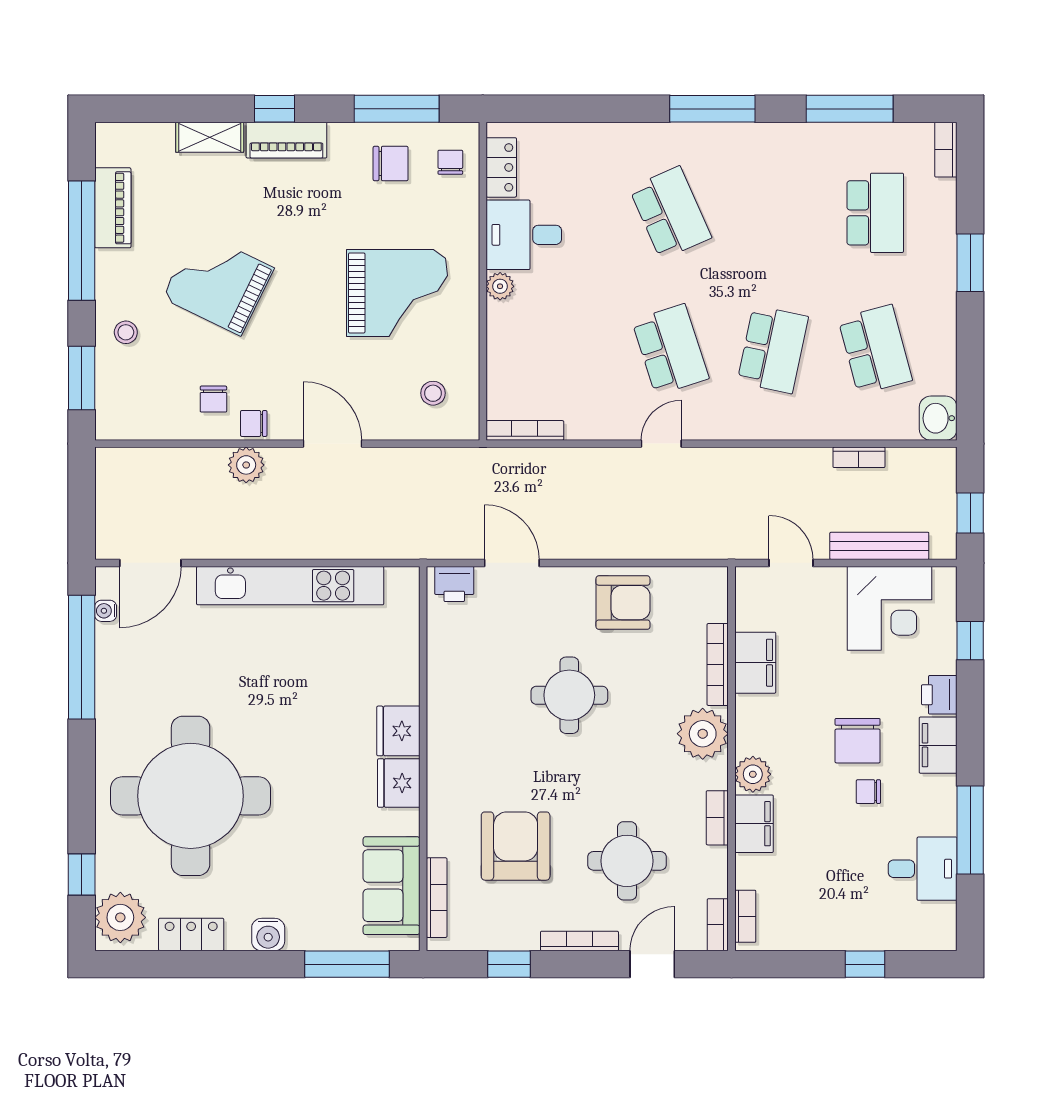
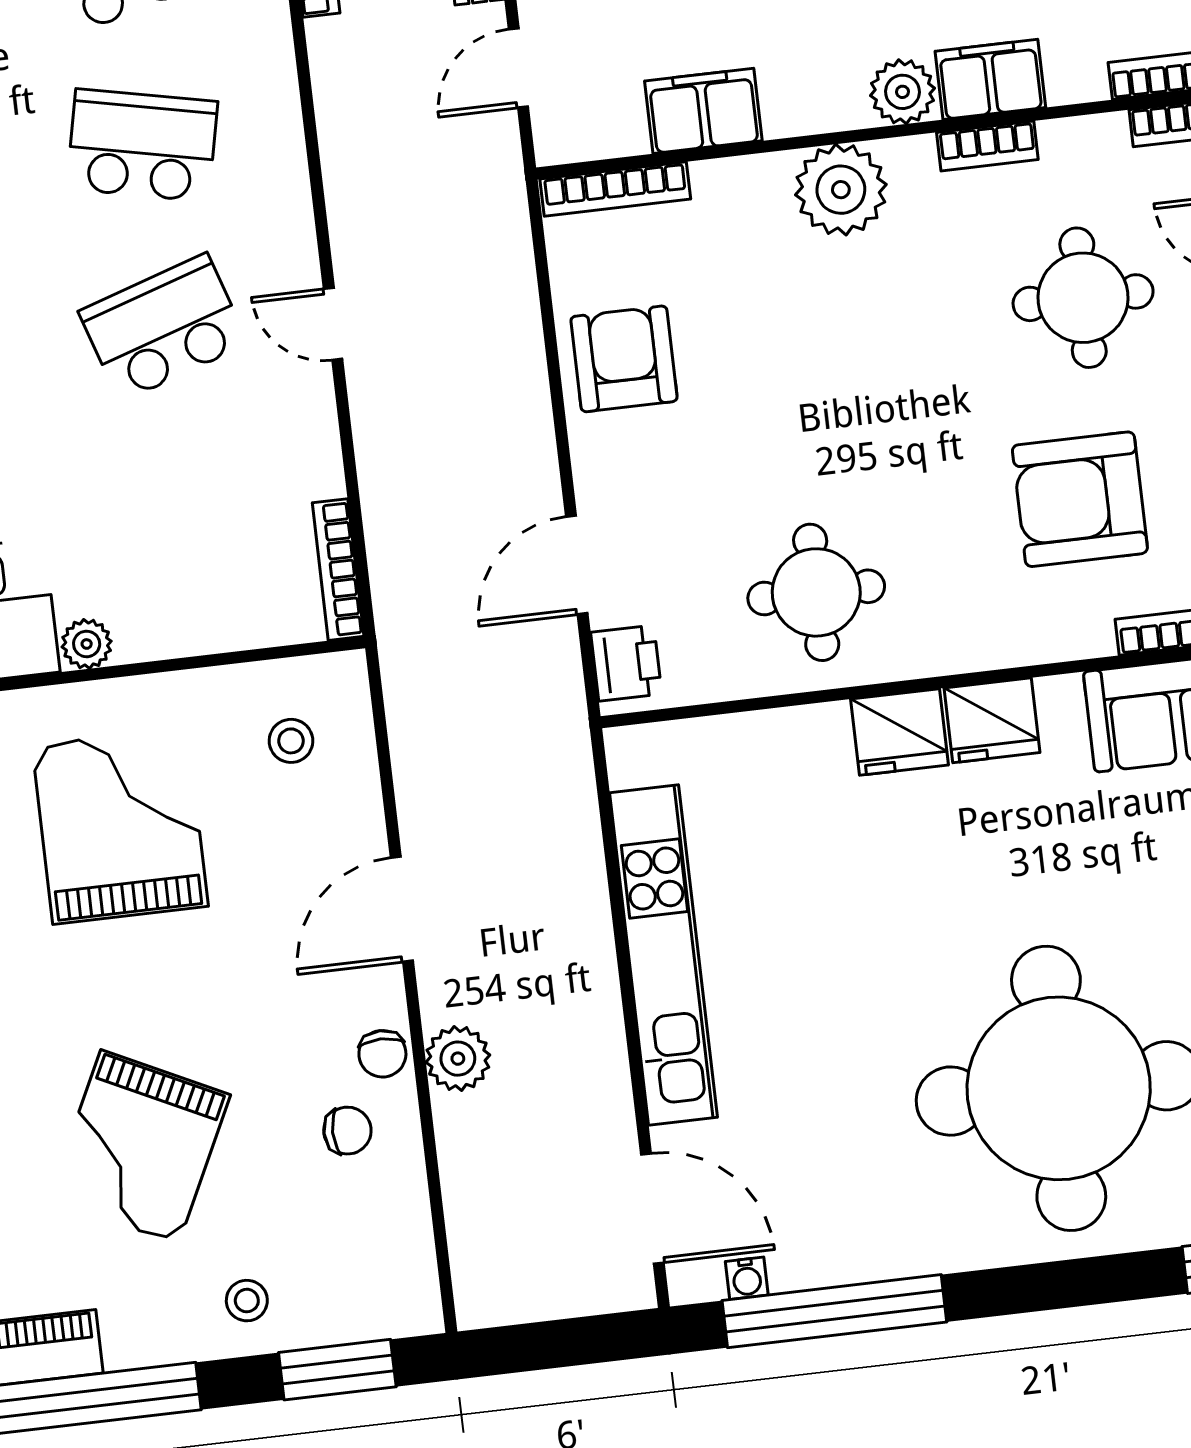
bookcase: (718, 664) -> (615, 189), moved
round table: (569, 695) -> (816, 592), moved

